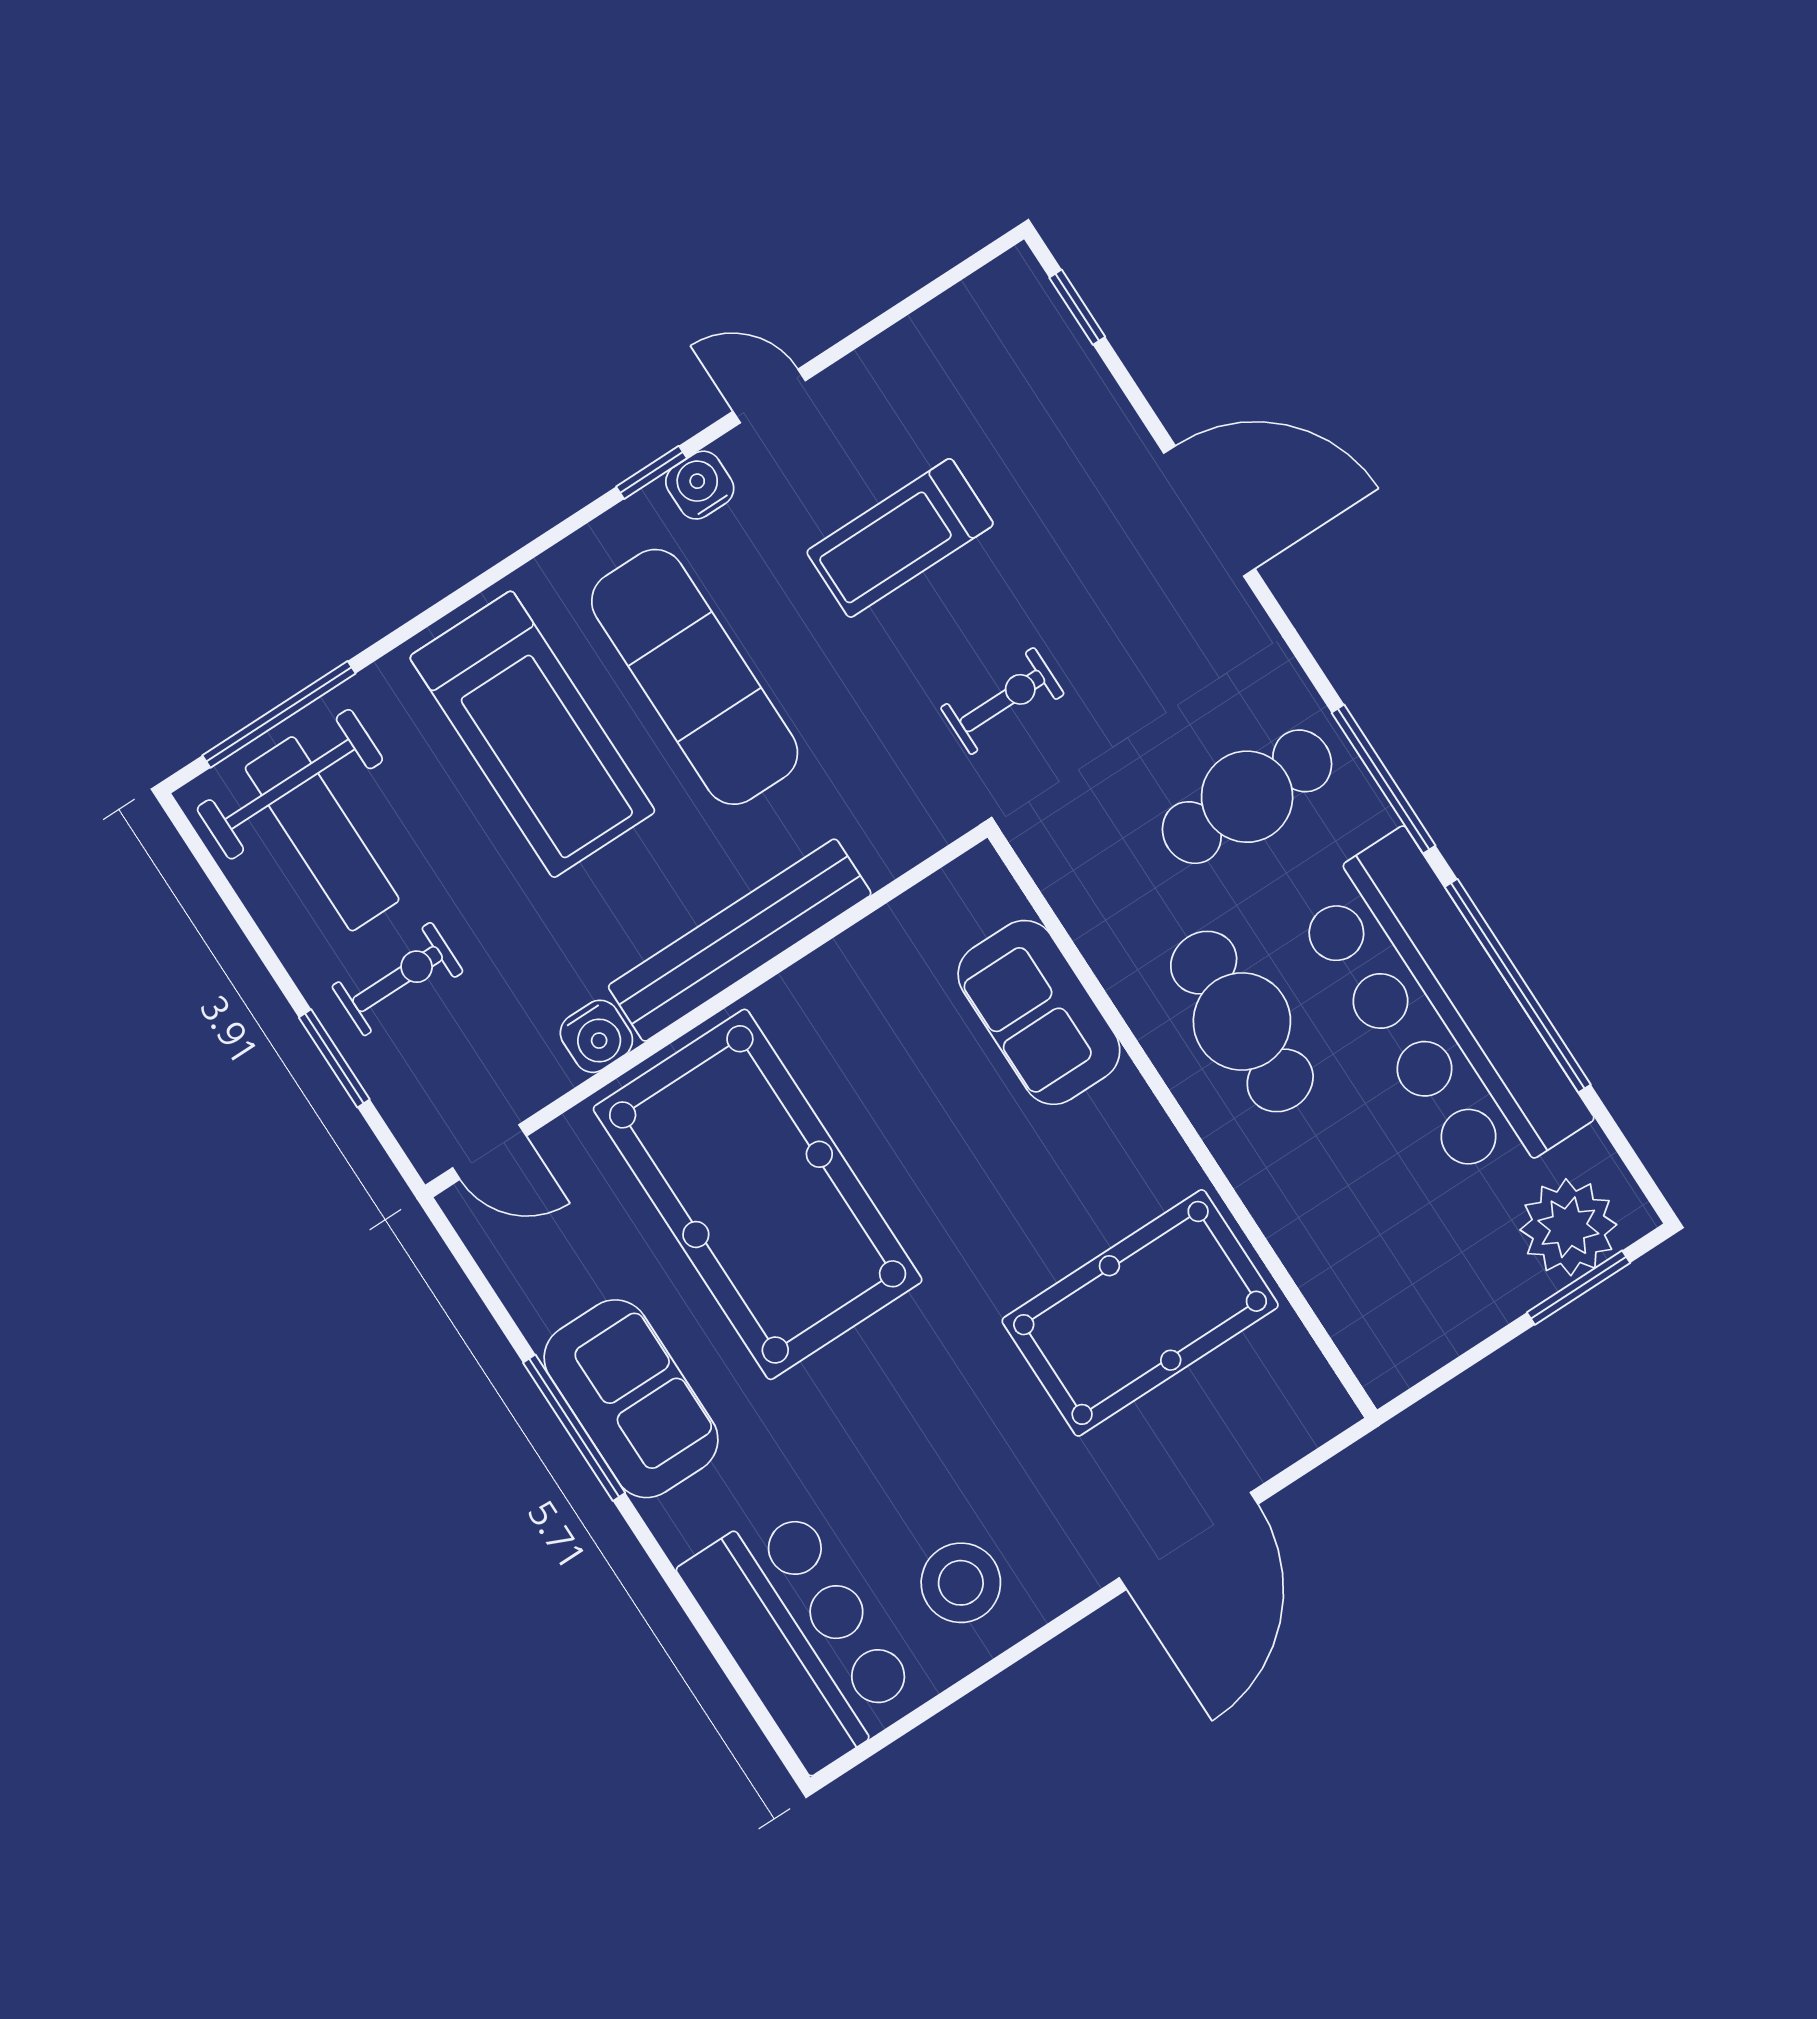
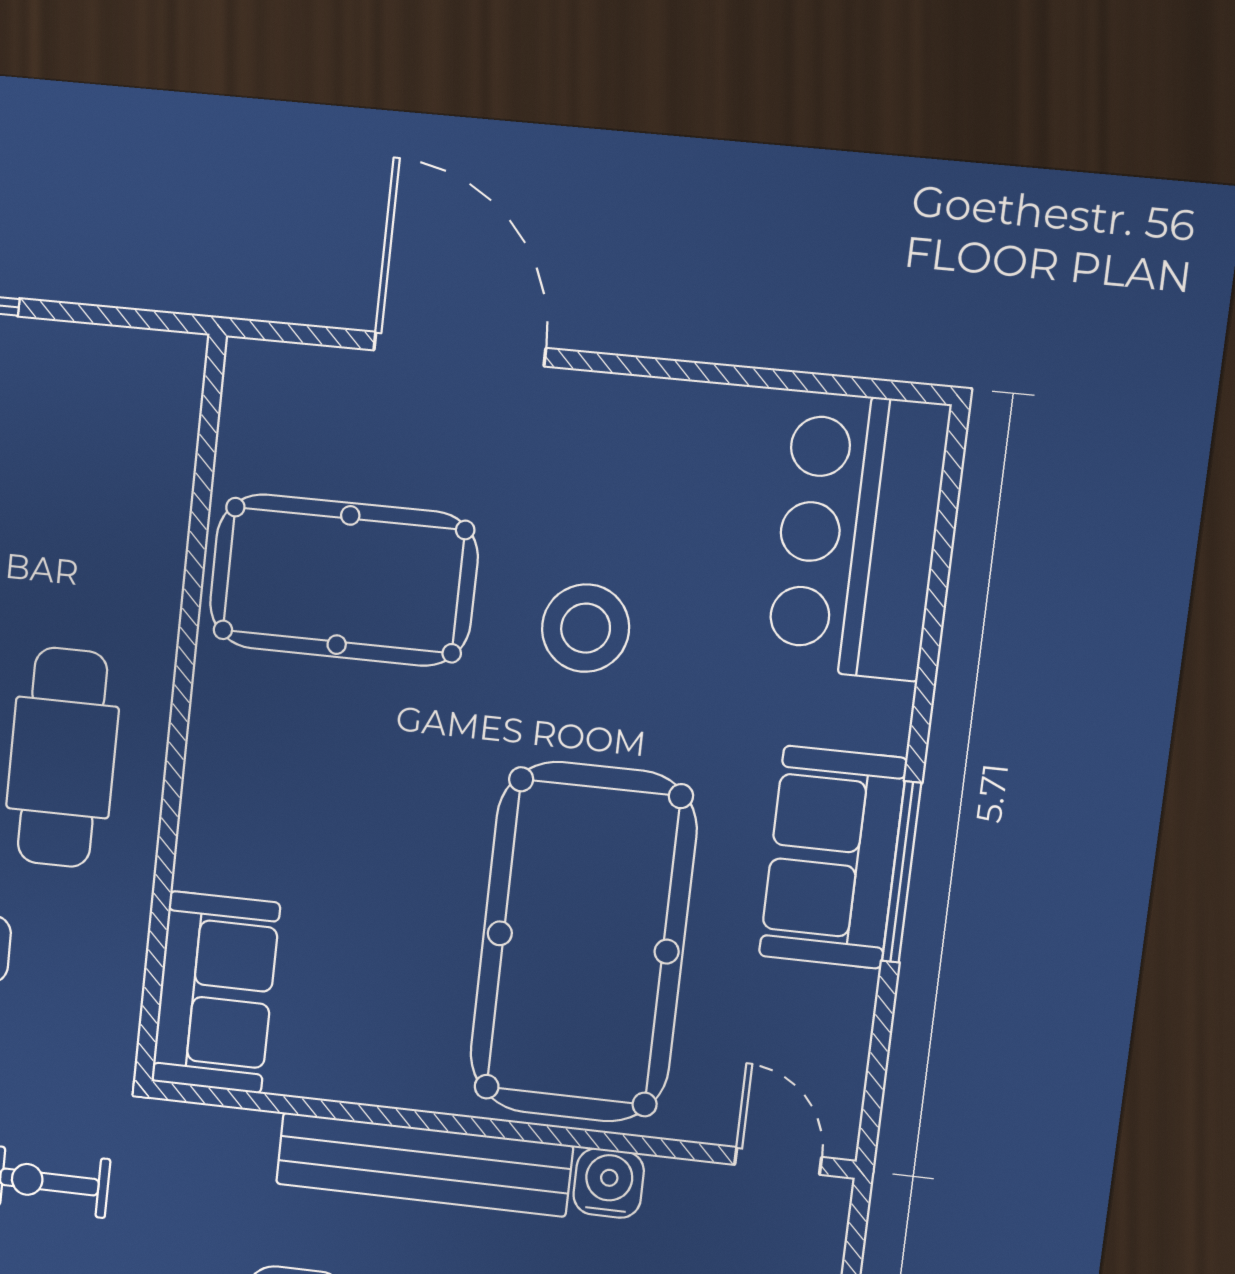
sofa: (1039, 1012) -> (216, 992), moved
door: (1189, 1541) -> (460, 349), hinge flipped
stool: (961, 1583) -> (586, 628), moved

